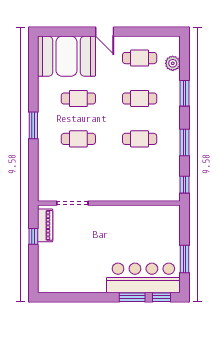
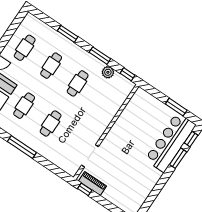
plant: (173, 63) -> (108, 72), moved
window: (33, 125) -> (22, 147), width x1.44
window: (33, 236) -> (85, 189), moved

